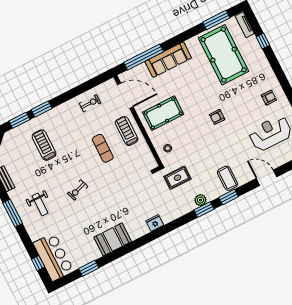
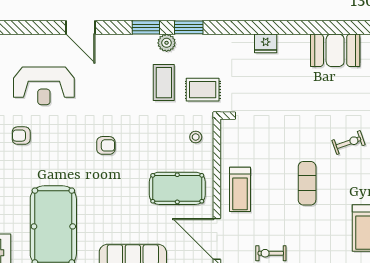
exercise mat: (103, 148) -> (307, 183), moved
coffee table: (227, 178) -> (164, 83), moved
plant: (200, 200) -> (167, 43), moved

